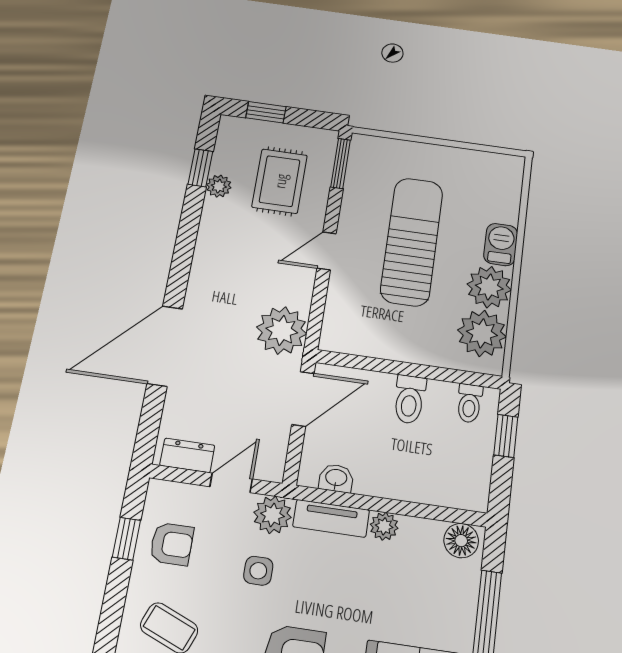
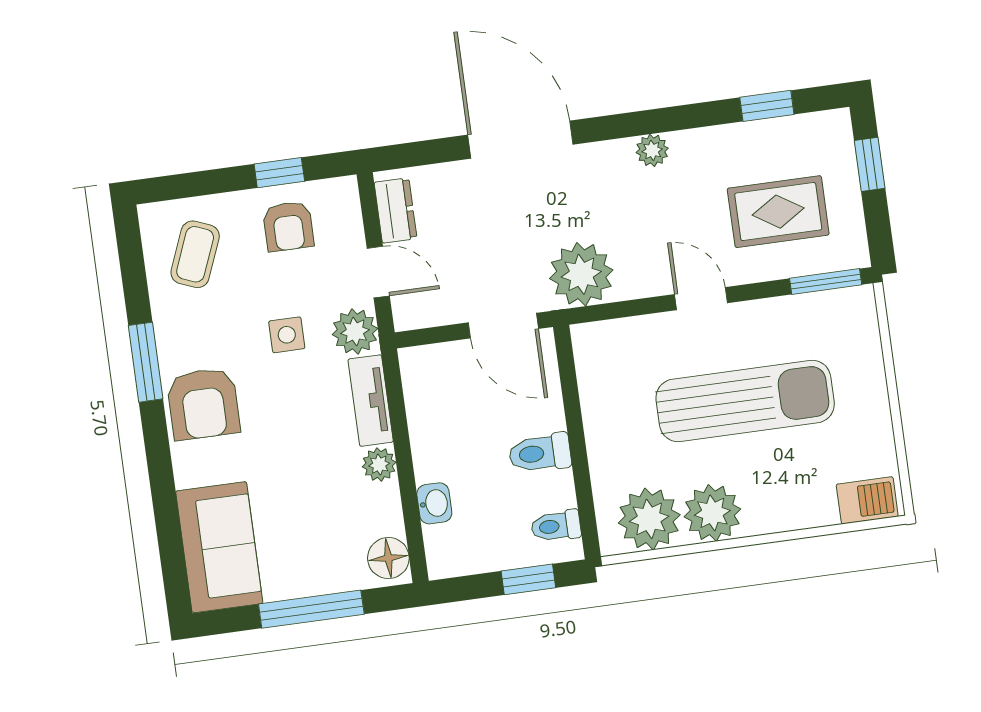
plant: (219, 186) -> (652, 150), moved
barbecue: (501, 245) -> (867, 500), moved
washbasin: (336, 478) -> (434, 503), moved

